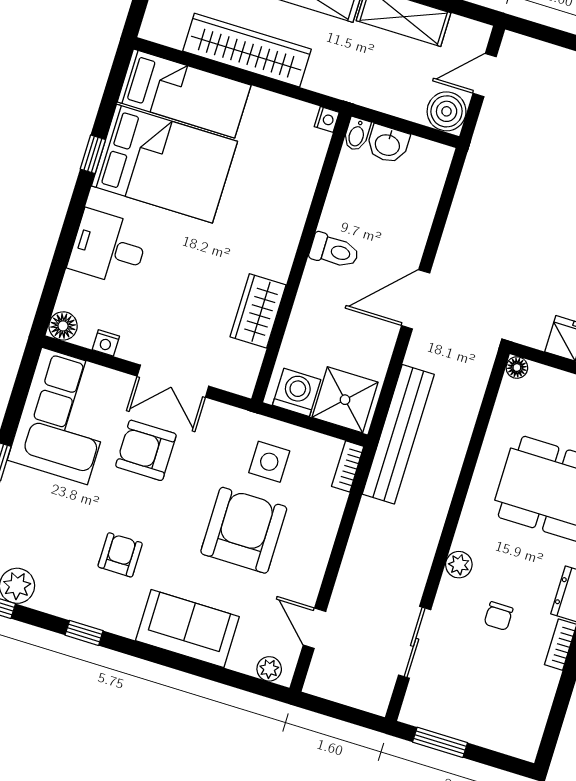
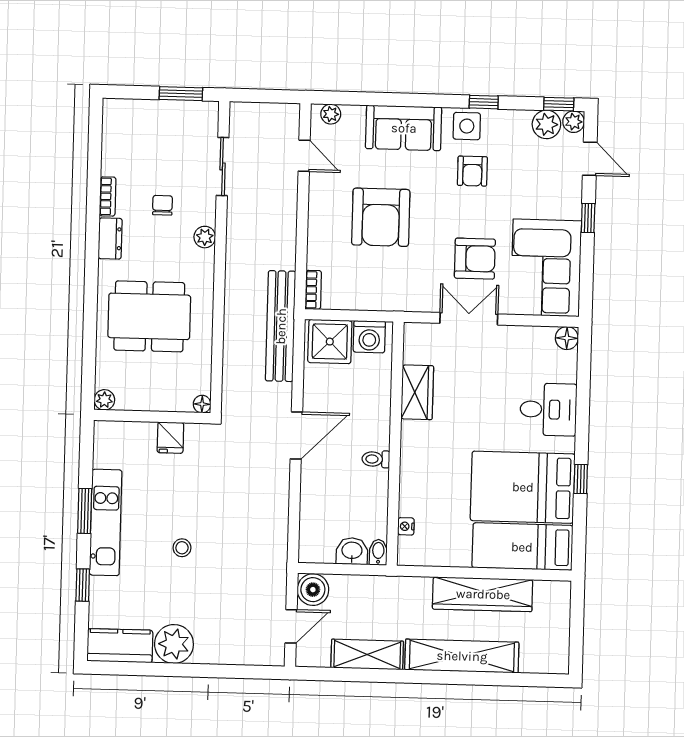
nightstand: (327, 119) -> (406, 526), moved
toilet: (334, 251) -> (376, 459), width x0.73, depth x0.72
nightstand: (106, 343) -> (530, 334), removed
side table: (269, 462) -> (467, 126), moved

